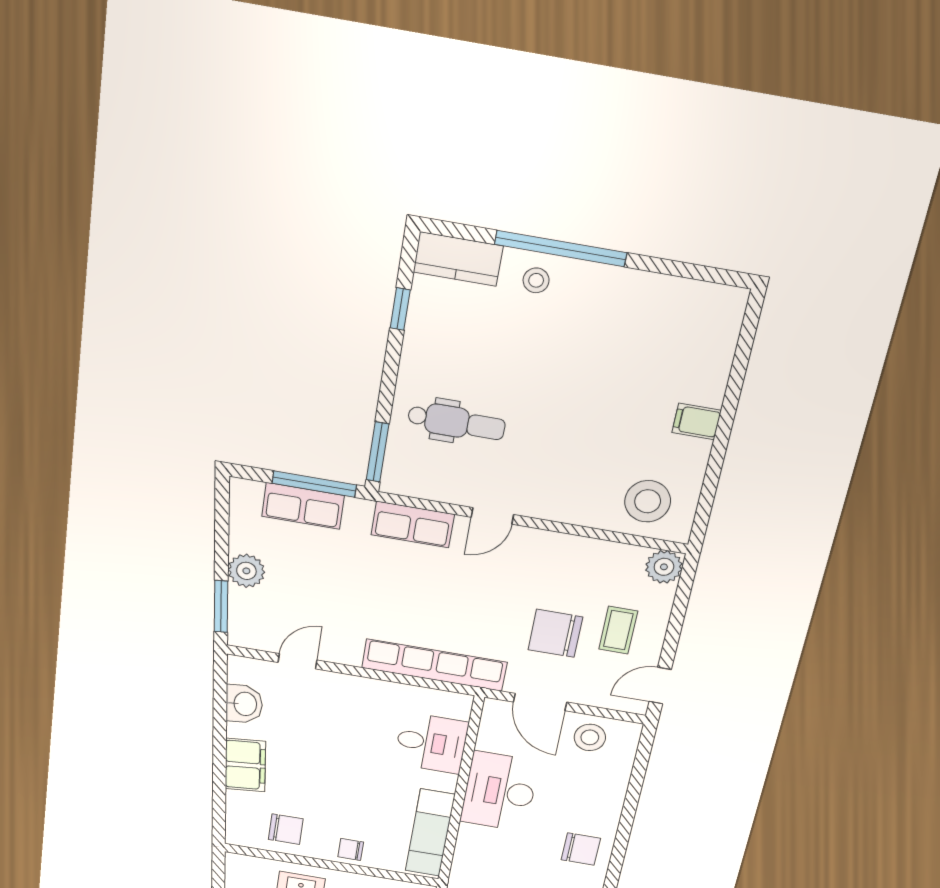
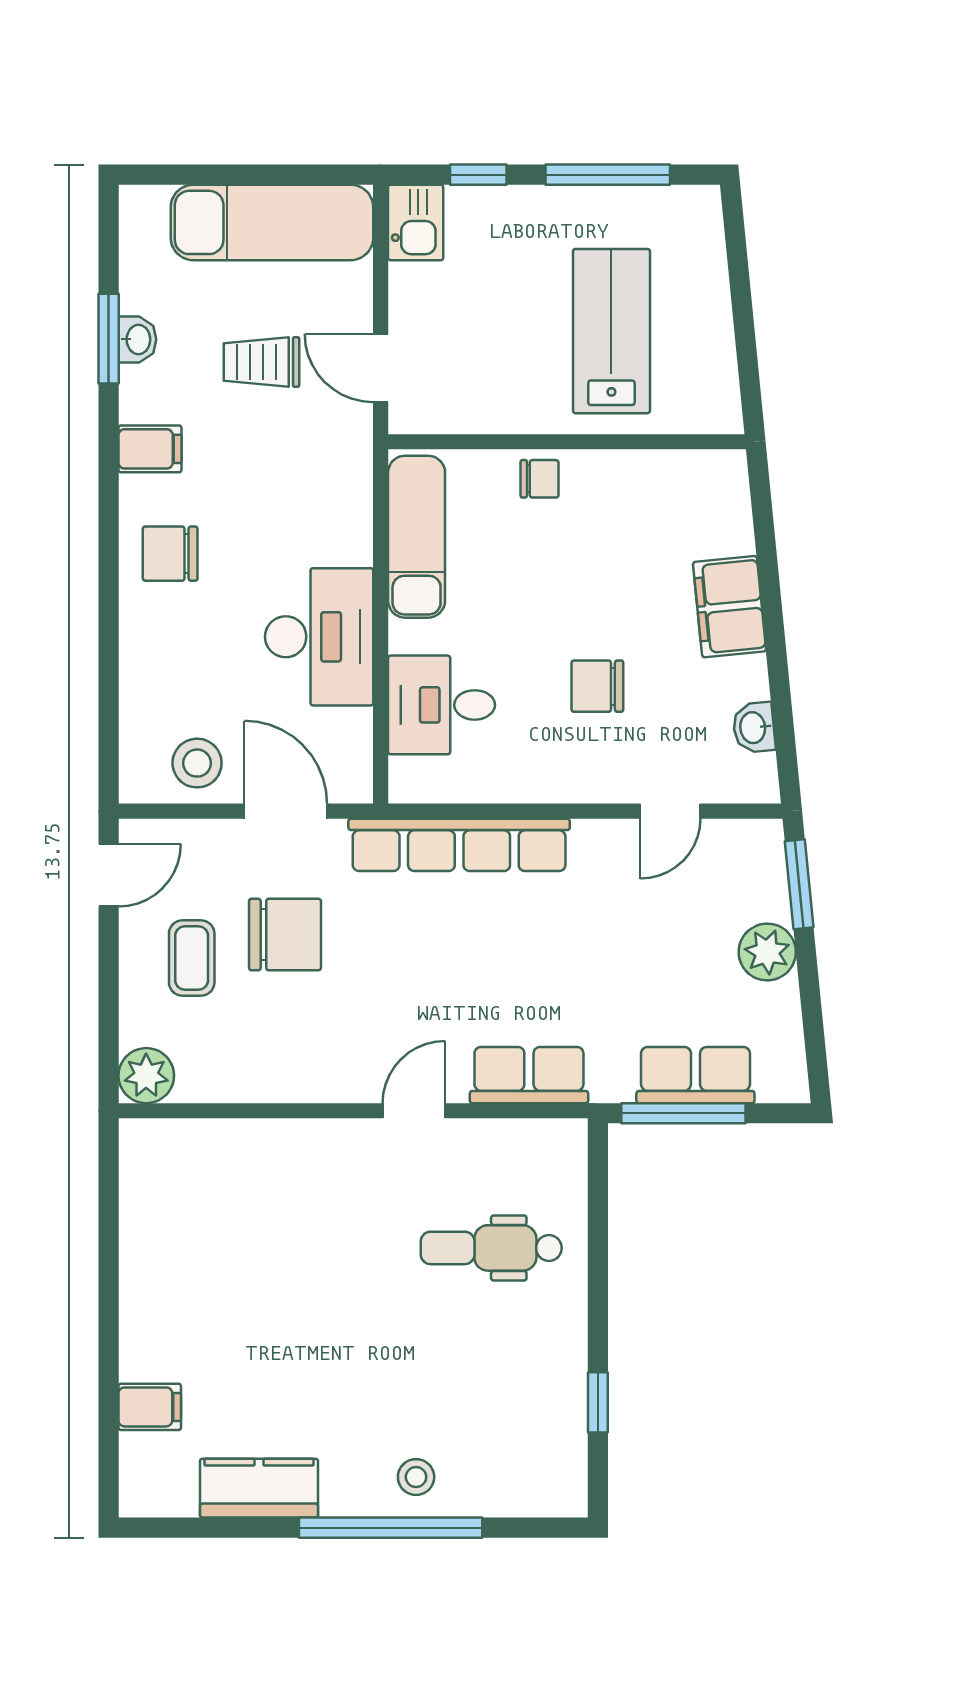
kitchen counter: (458, 259) -> (259, 1488), moved
filing cabinet: (697, 421) -> (150, 1407), moved
window: (378, 452) -> (598, 1181), removed
stool: (648, 501) -> (193, 1176), removed
washbasin: (244, 704) -> (754, 728), width x0.72, depth x0.69
chair: (286, 829) -> (597, 686), moved

